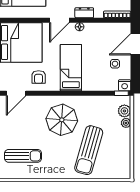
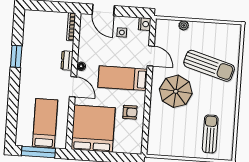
door: (16, 93) -> (151, 56), moved
window: (121, 93) -> (153, 28), removed
plant: (124, 111) -> (171, 26), removed

